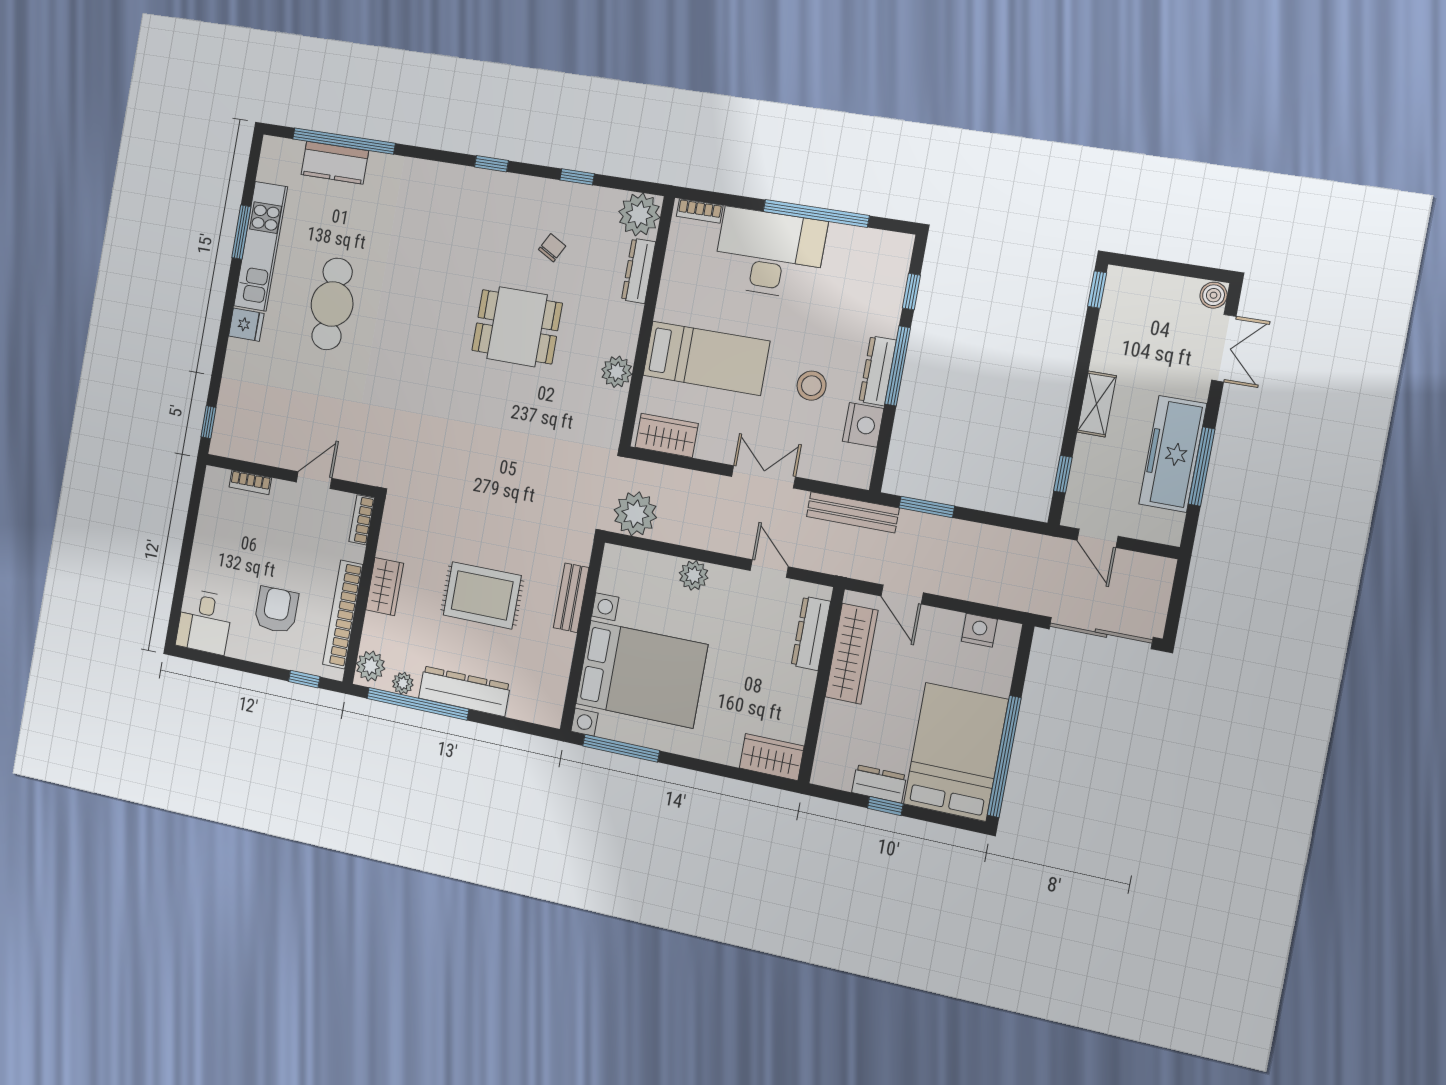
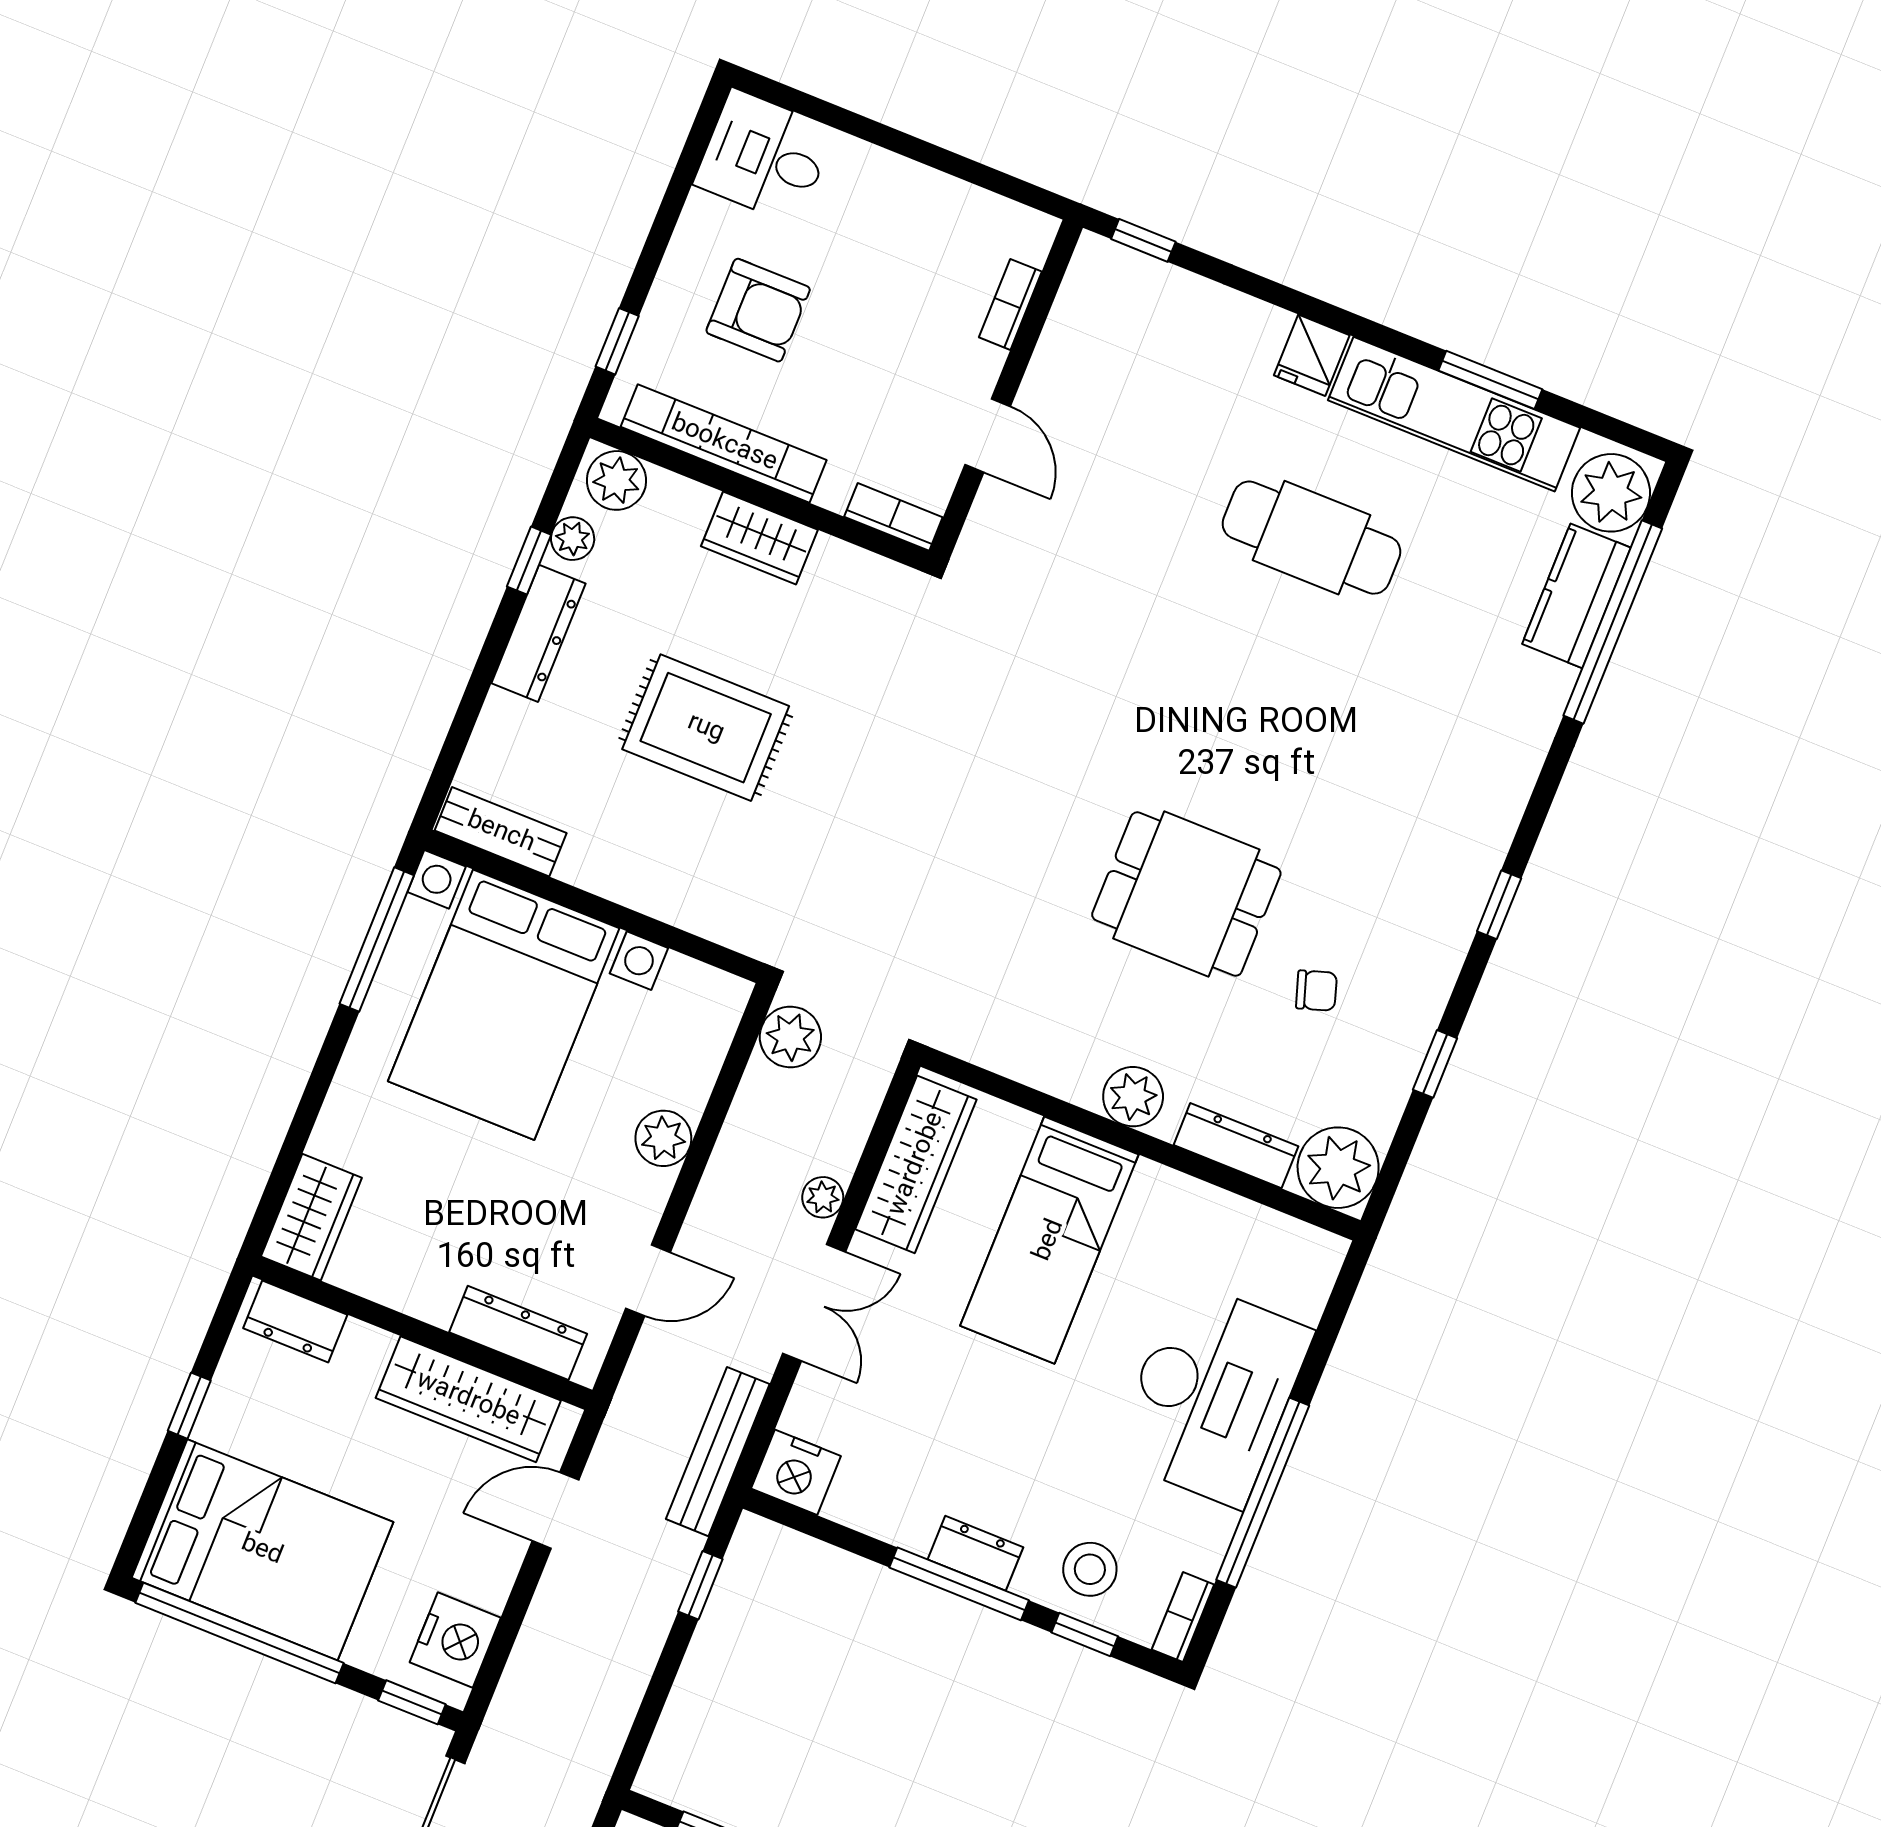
plant: (283, 158) -> (1611, 493), added
bookcase: (700, 211) -> (1183, 1617), moved
chair: (552, 248) -> (1316, 991), turned -47
dining table: (517, 327) -> (1186, 894), turned 90
dresser: (878, 371) -> (975, 1553), width x0.70
plant: (617, 372) -> (1133, 1097), moved
stool: (812, 386) -> (1090, 1569), moved
nightstand: (863, 425) -> (796, 1472), moved
wardrobe: (667, 435) -> (916, 1164), width x1.50
plant: (708, 484) -> (823, 1197), added
window: (927, 507) -> (700, 1585), width x0.67
plant: (635, 514) -> (790, 1037), width x0.73, depth x0.73
rug: (482, 595) -> (706, 728), turned 90
bench: (571, 598) -> (501, 832), moved
nightstand: (979, 630) -> (455, 1640), width x1.36, depth x1.33
window: (1023, 653) -> (412, 1702), added
dresser: (464, 691) -> (538, 633), width x0.73, depth x0.80
window: (418, 704) -> (529, 561), width x0.32
dresser: (879, 784) -> (295, 1322), moved, turned 90

